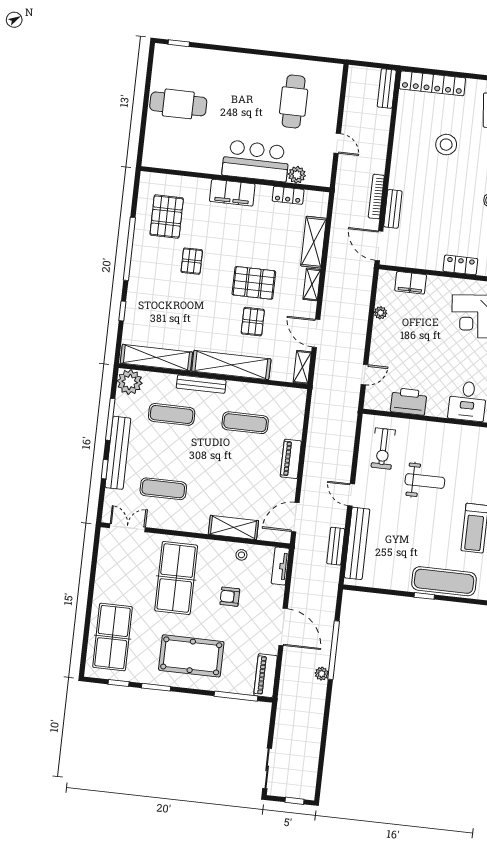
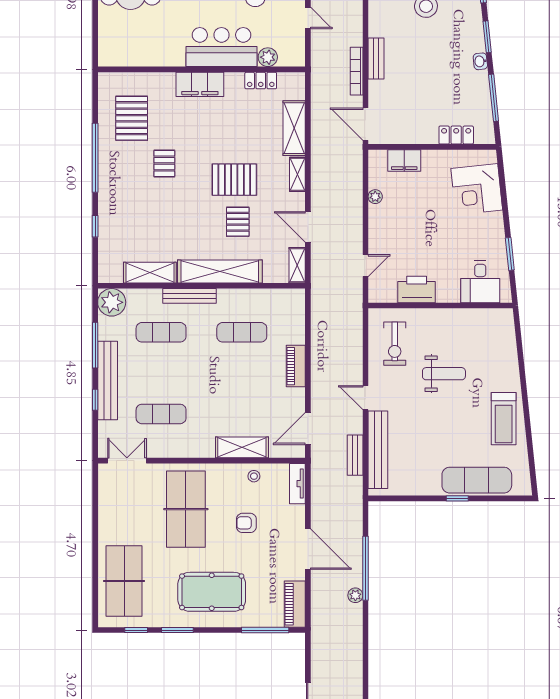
bench: (393, 209) -> (376, 58), moved
shelving: (156, 358) -> (150, 273), width x0.68

